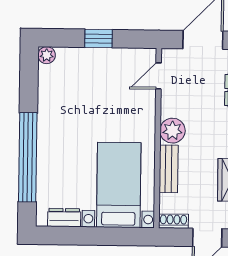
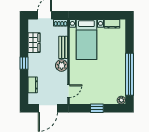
window: (28, 157) -> (129, 74), moved

